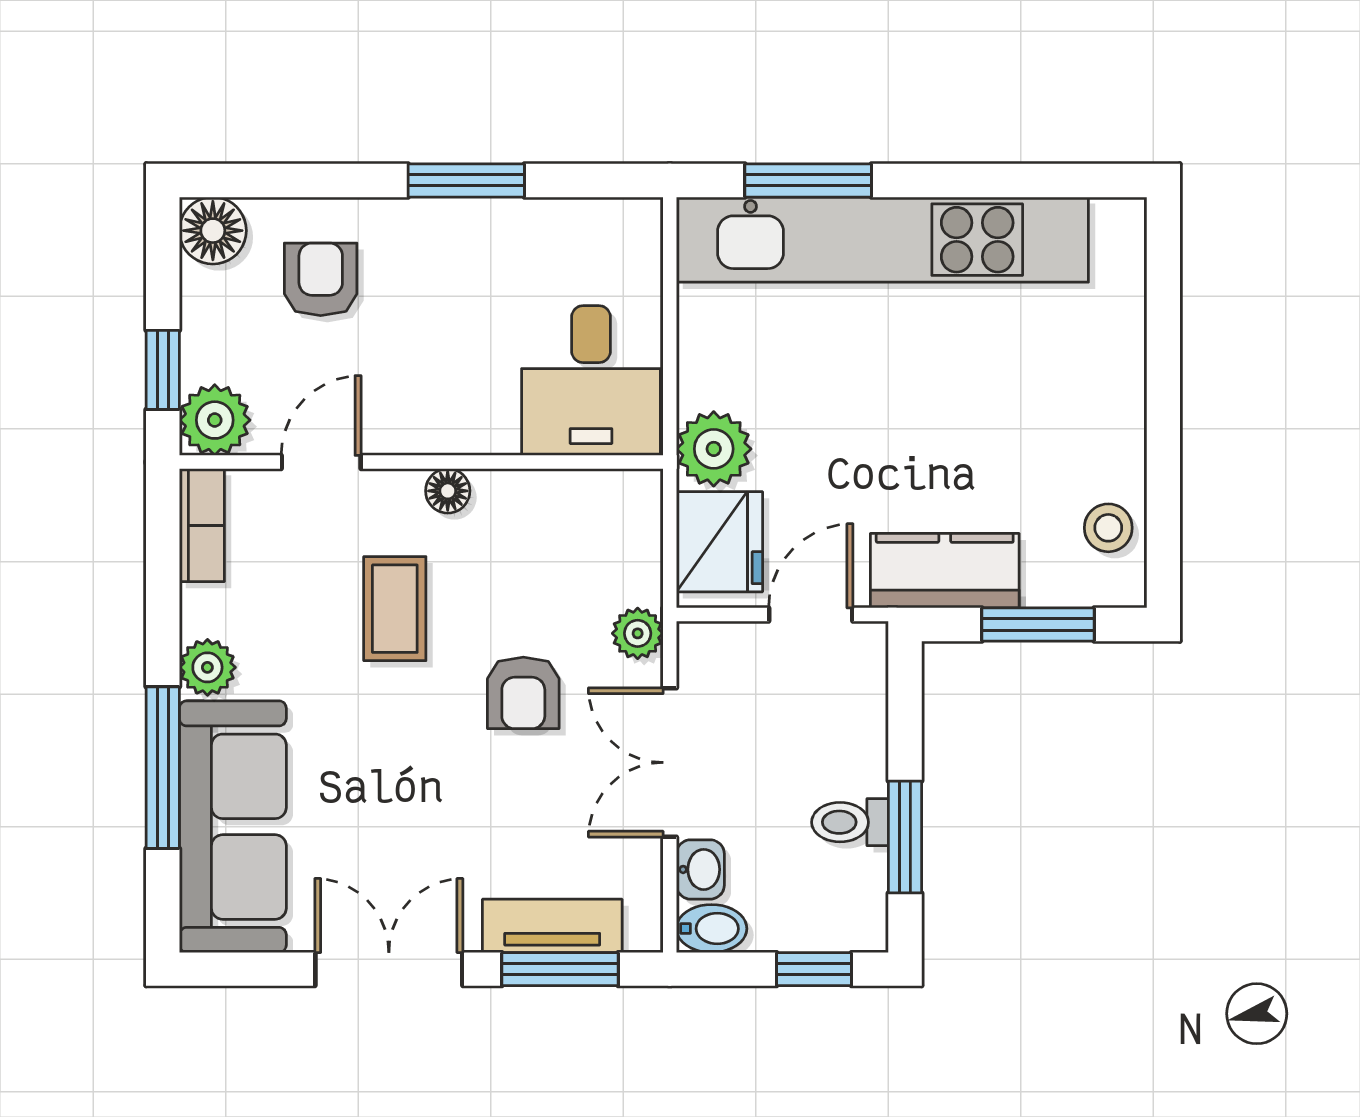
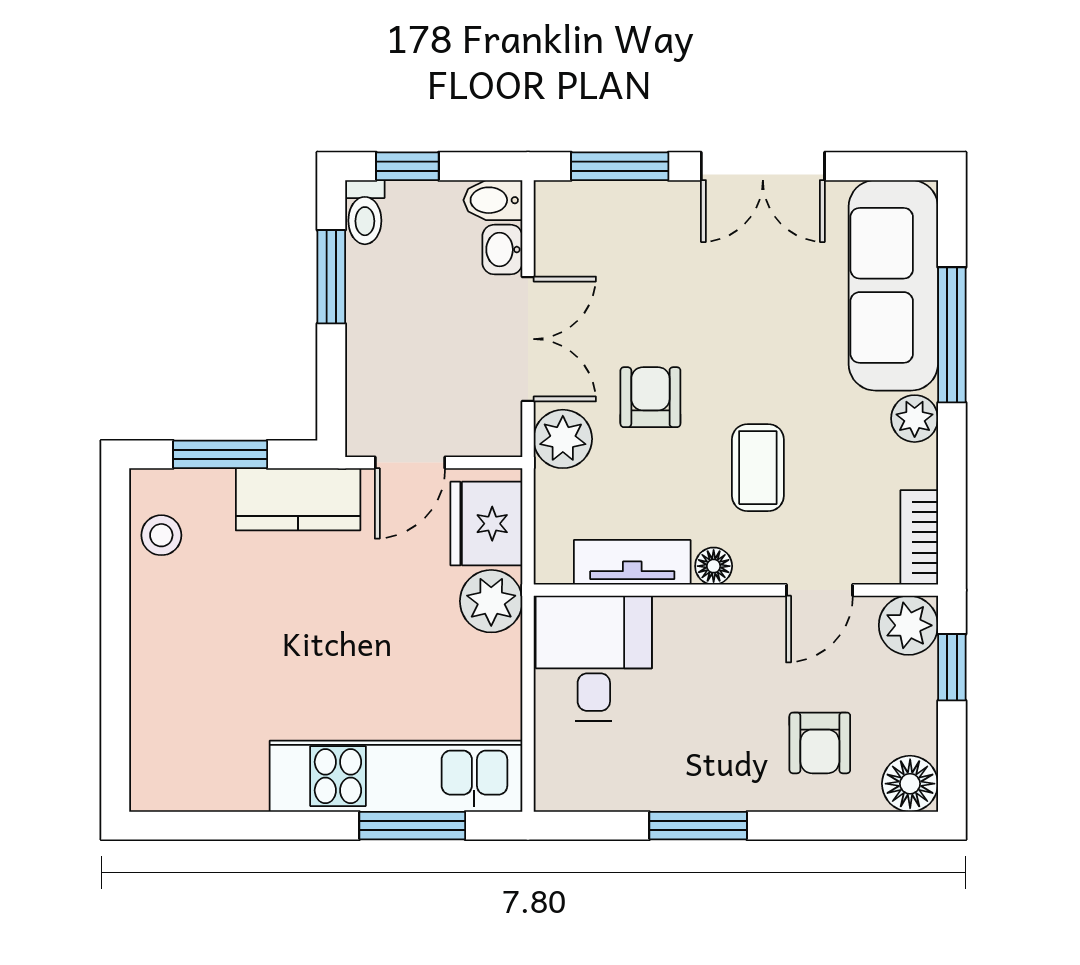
kitchen unit: (882, 240) -> (396, 776), width x0.73
plant: (638, 633) -> (563, 439), width x1.38, depth x1.38
toilet: (850, 822) -> (365, 212), moved, turned 90
tv unit: (552, 926) -> (632, 562), moved, turned 180

